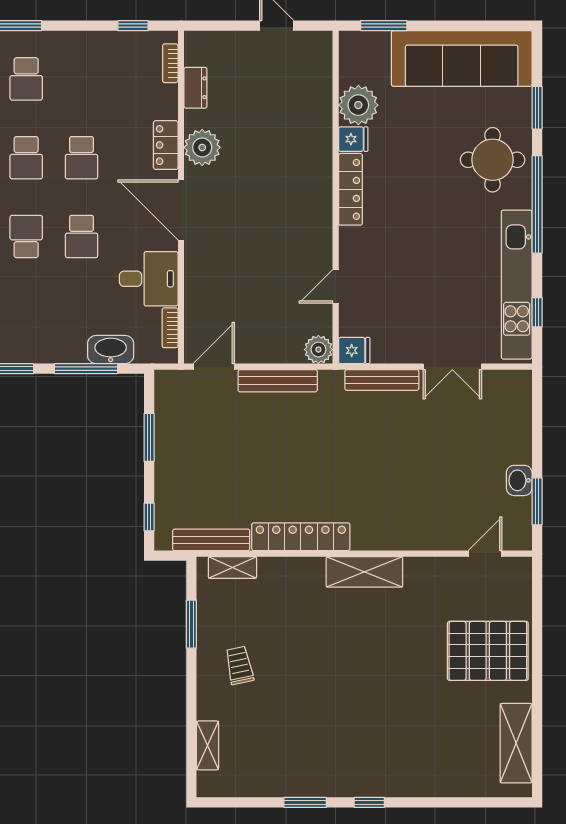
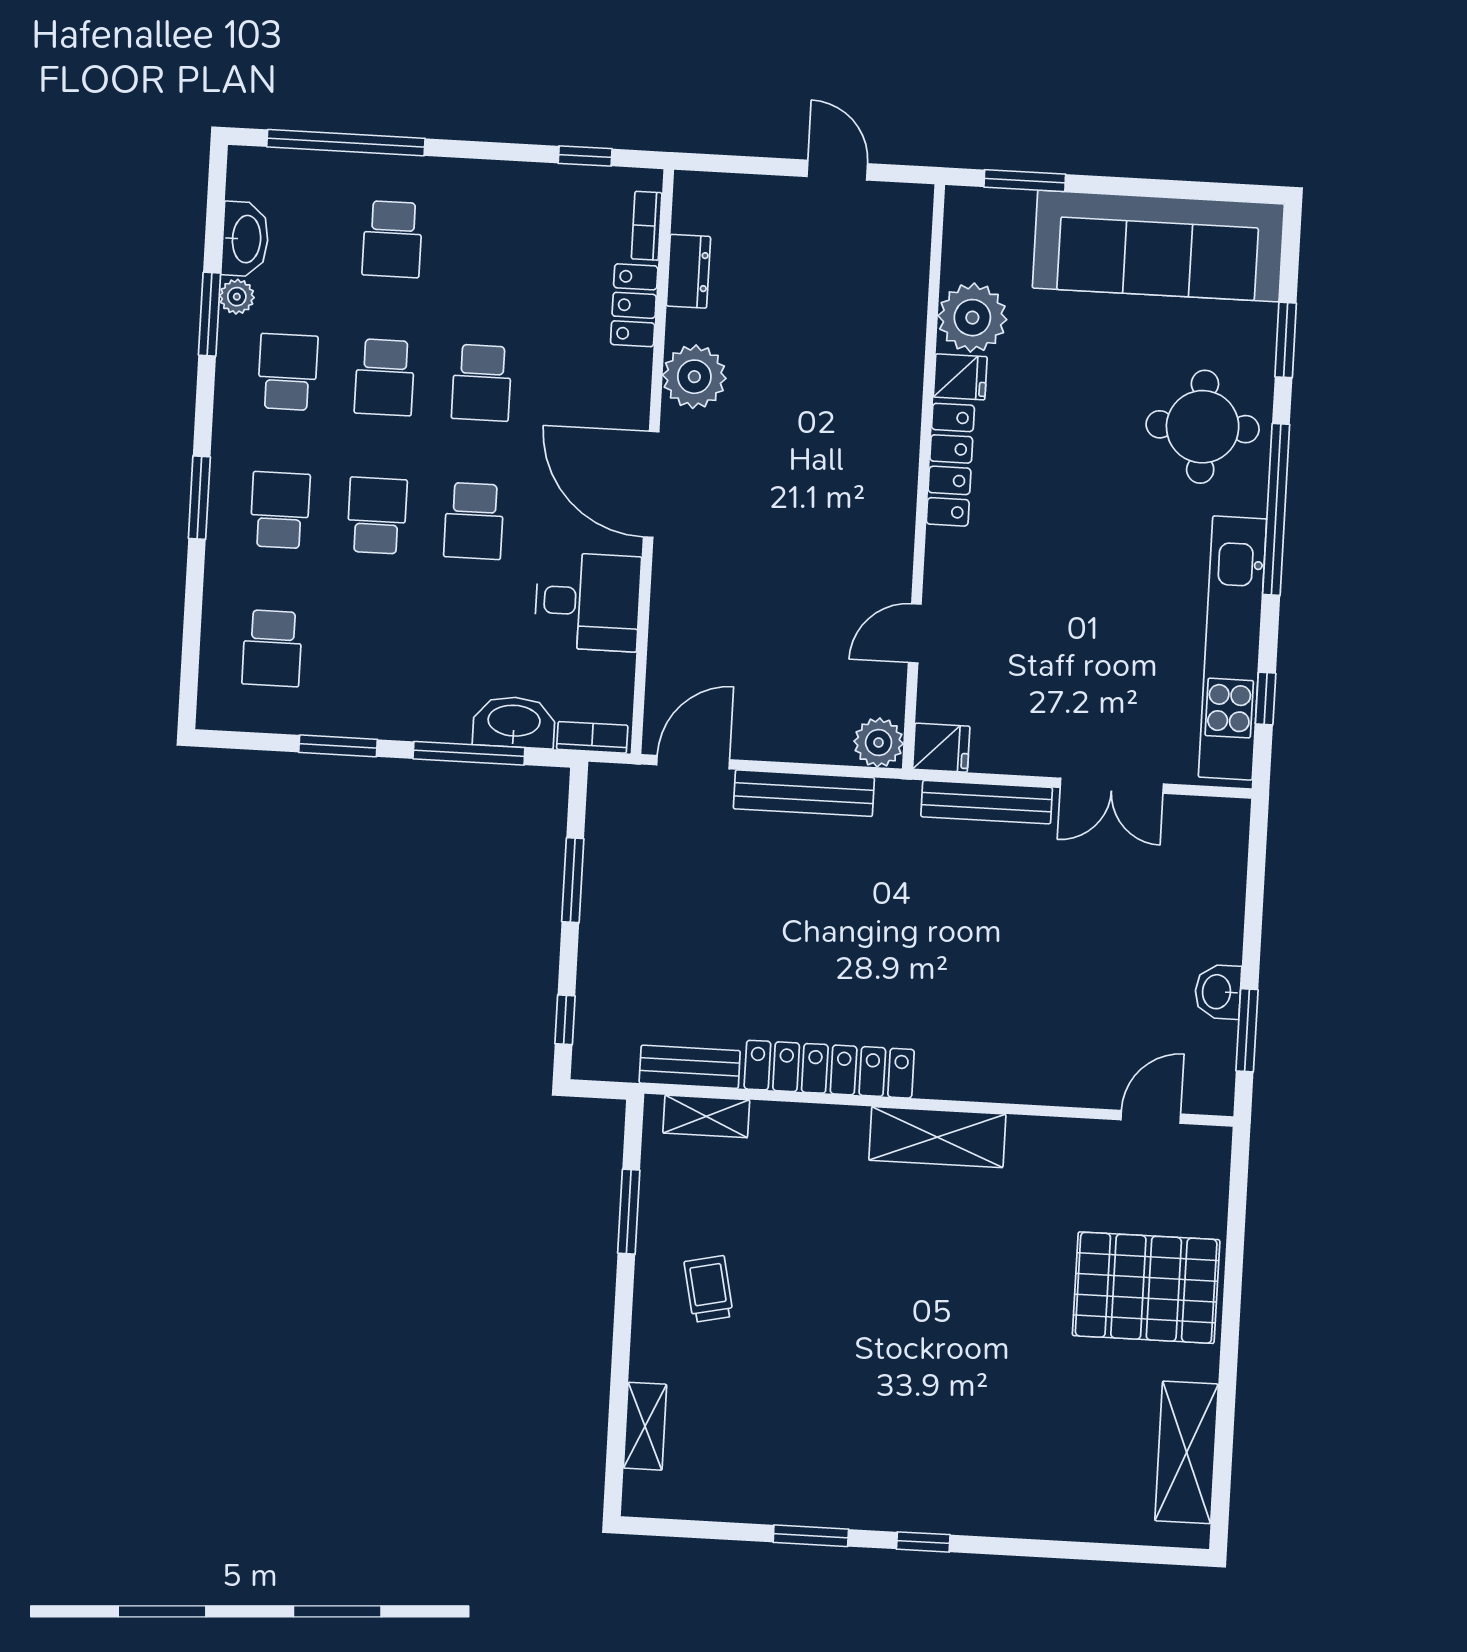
locker: (166, 145) -> (634, 305), moved
bookcase: (170, 328) -> (592, 737), moved, turned 90
bench: (211, 540) -> (690, 1067), width x0.73

